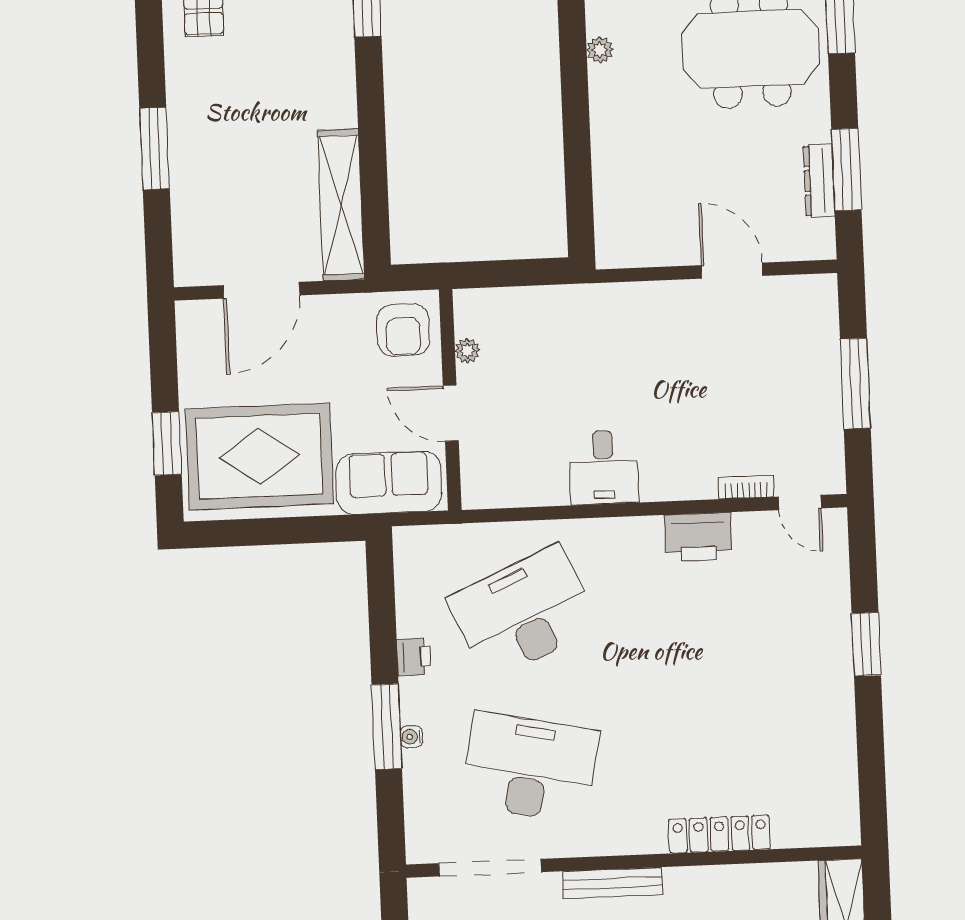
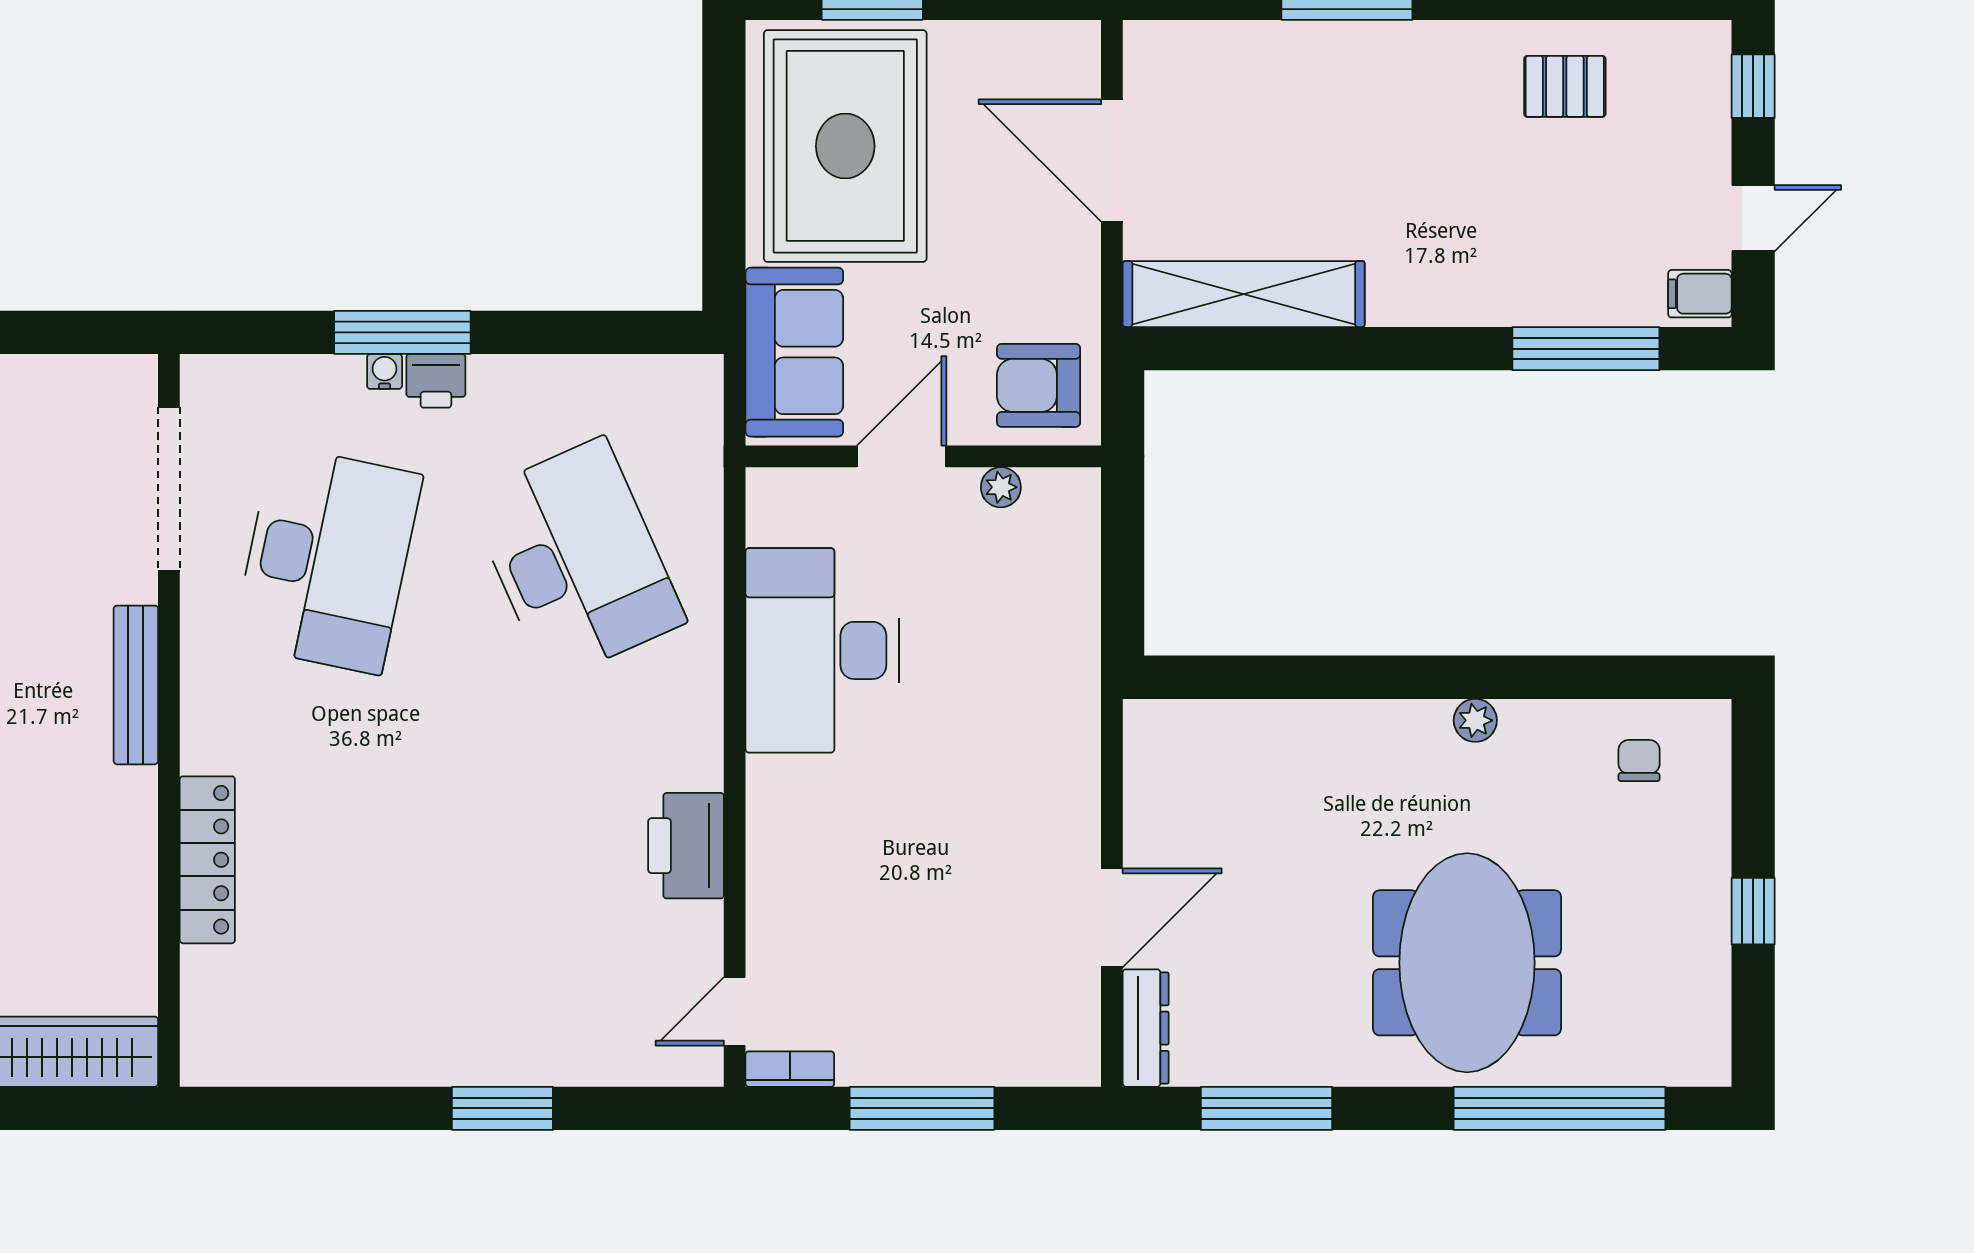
dresser: (819, 181) -> (1146, 1028), moved, turned 90
desk: (603, 467) -> (822, 650), width x1.87, depth x1.30
bookcase: (746, 487) -> (790, 1069), moved, turned -90
printer: (414, 657) -> (436, 381), moved

